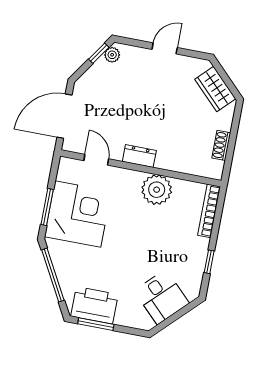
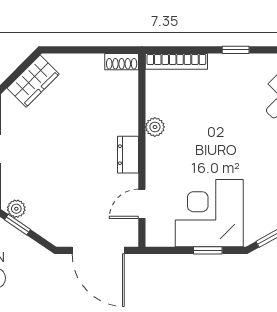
shoe rack: (221, 145) -> (122, 62), moved
plant: (157, 190) -> (155, 127), width x0.53, depth x0.53
window: (47, 207) -> (208, 250), width x0.67

